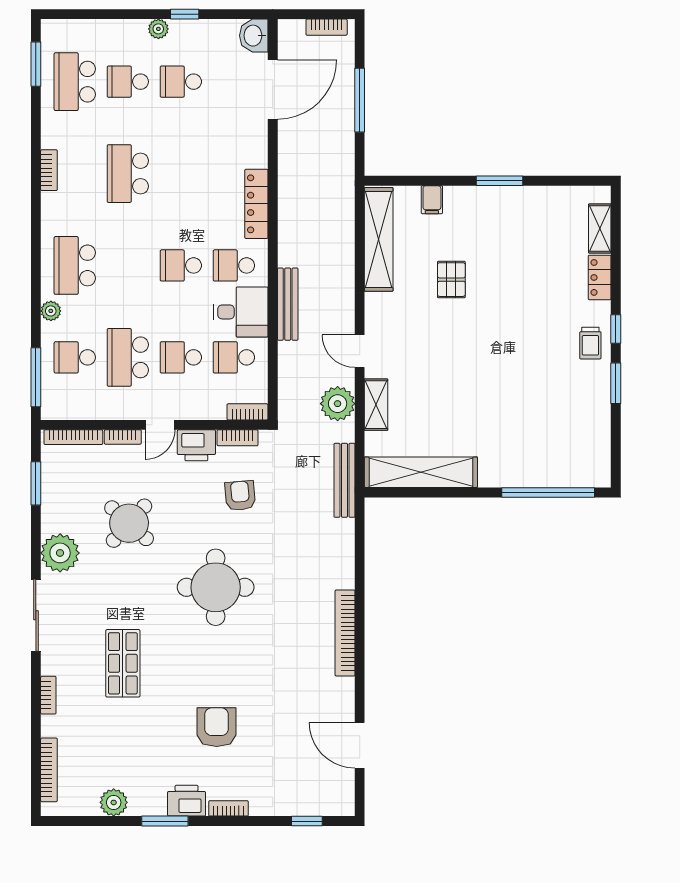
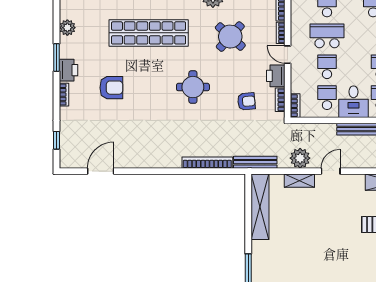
round table: (216, 587) -> (193, 87), width x0.73, depth x0.73
bookcase: (345, 633) -> (207, 163), moved
shop shelf: (123, 663) -> (149, 33), width x2.00, depth x1.36

